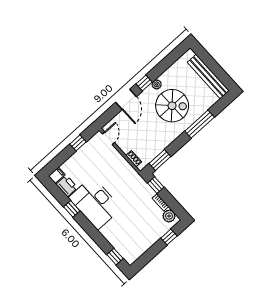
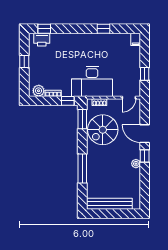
spiral stairs: (172, 106) -> (103, 130), moved
door: (109, 138) -> (129, 98), hinge flipped
printer: (67, 186) -> (42, 40), moved
desk: (95, 203) -> (92, 81), moved, turned 180
window: (169, 237) -> (24, 61), moved

